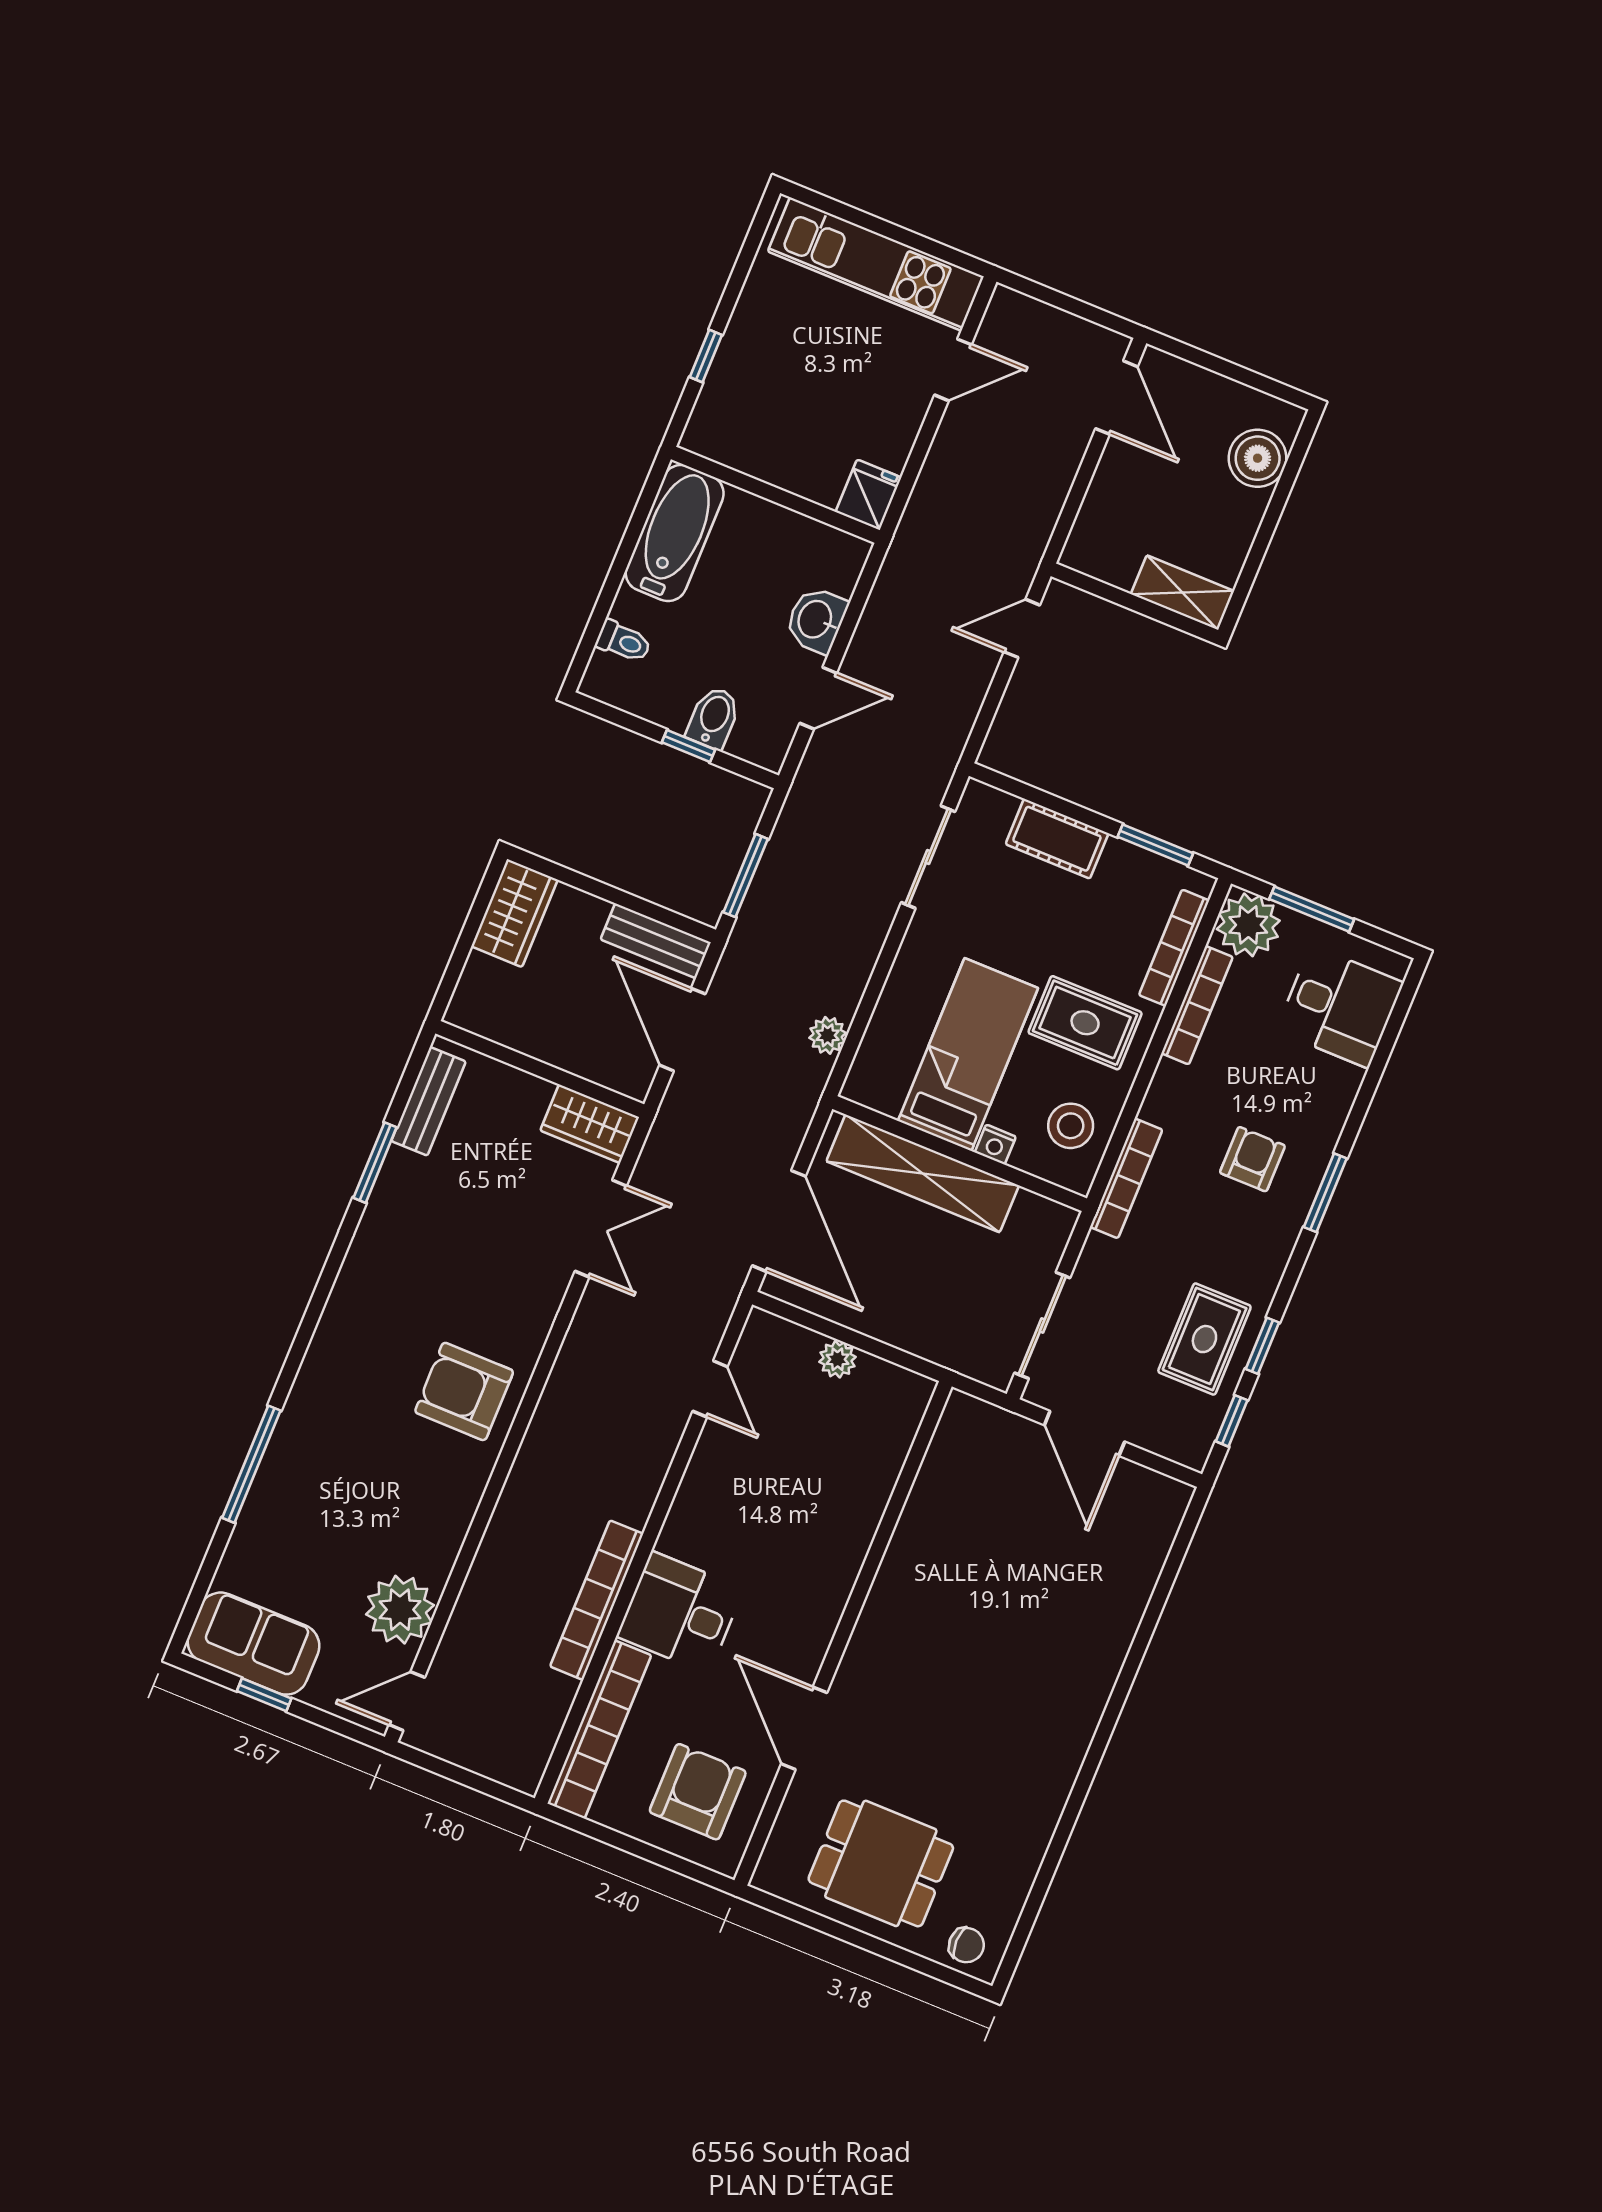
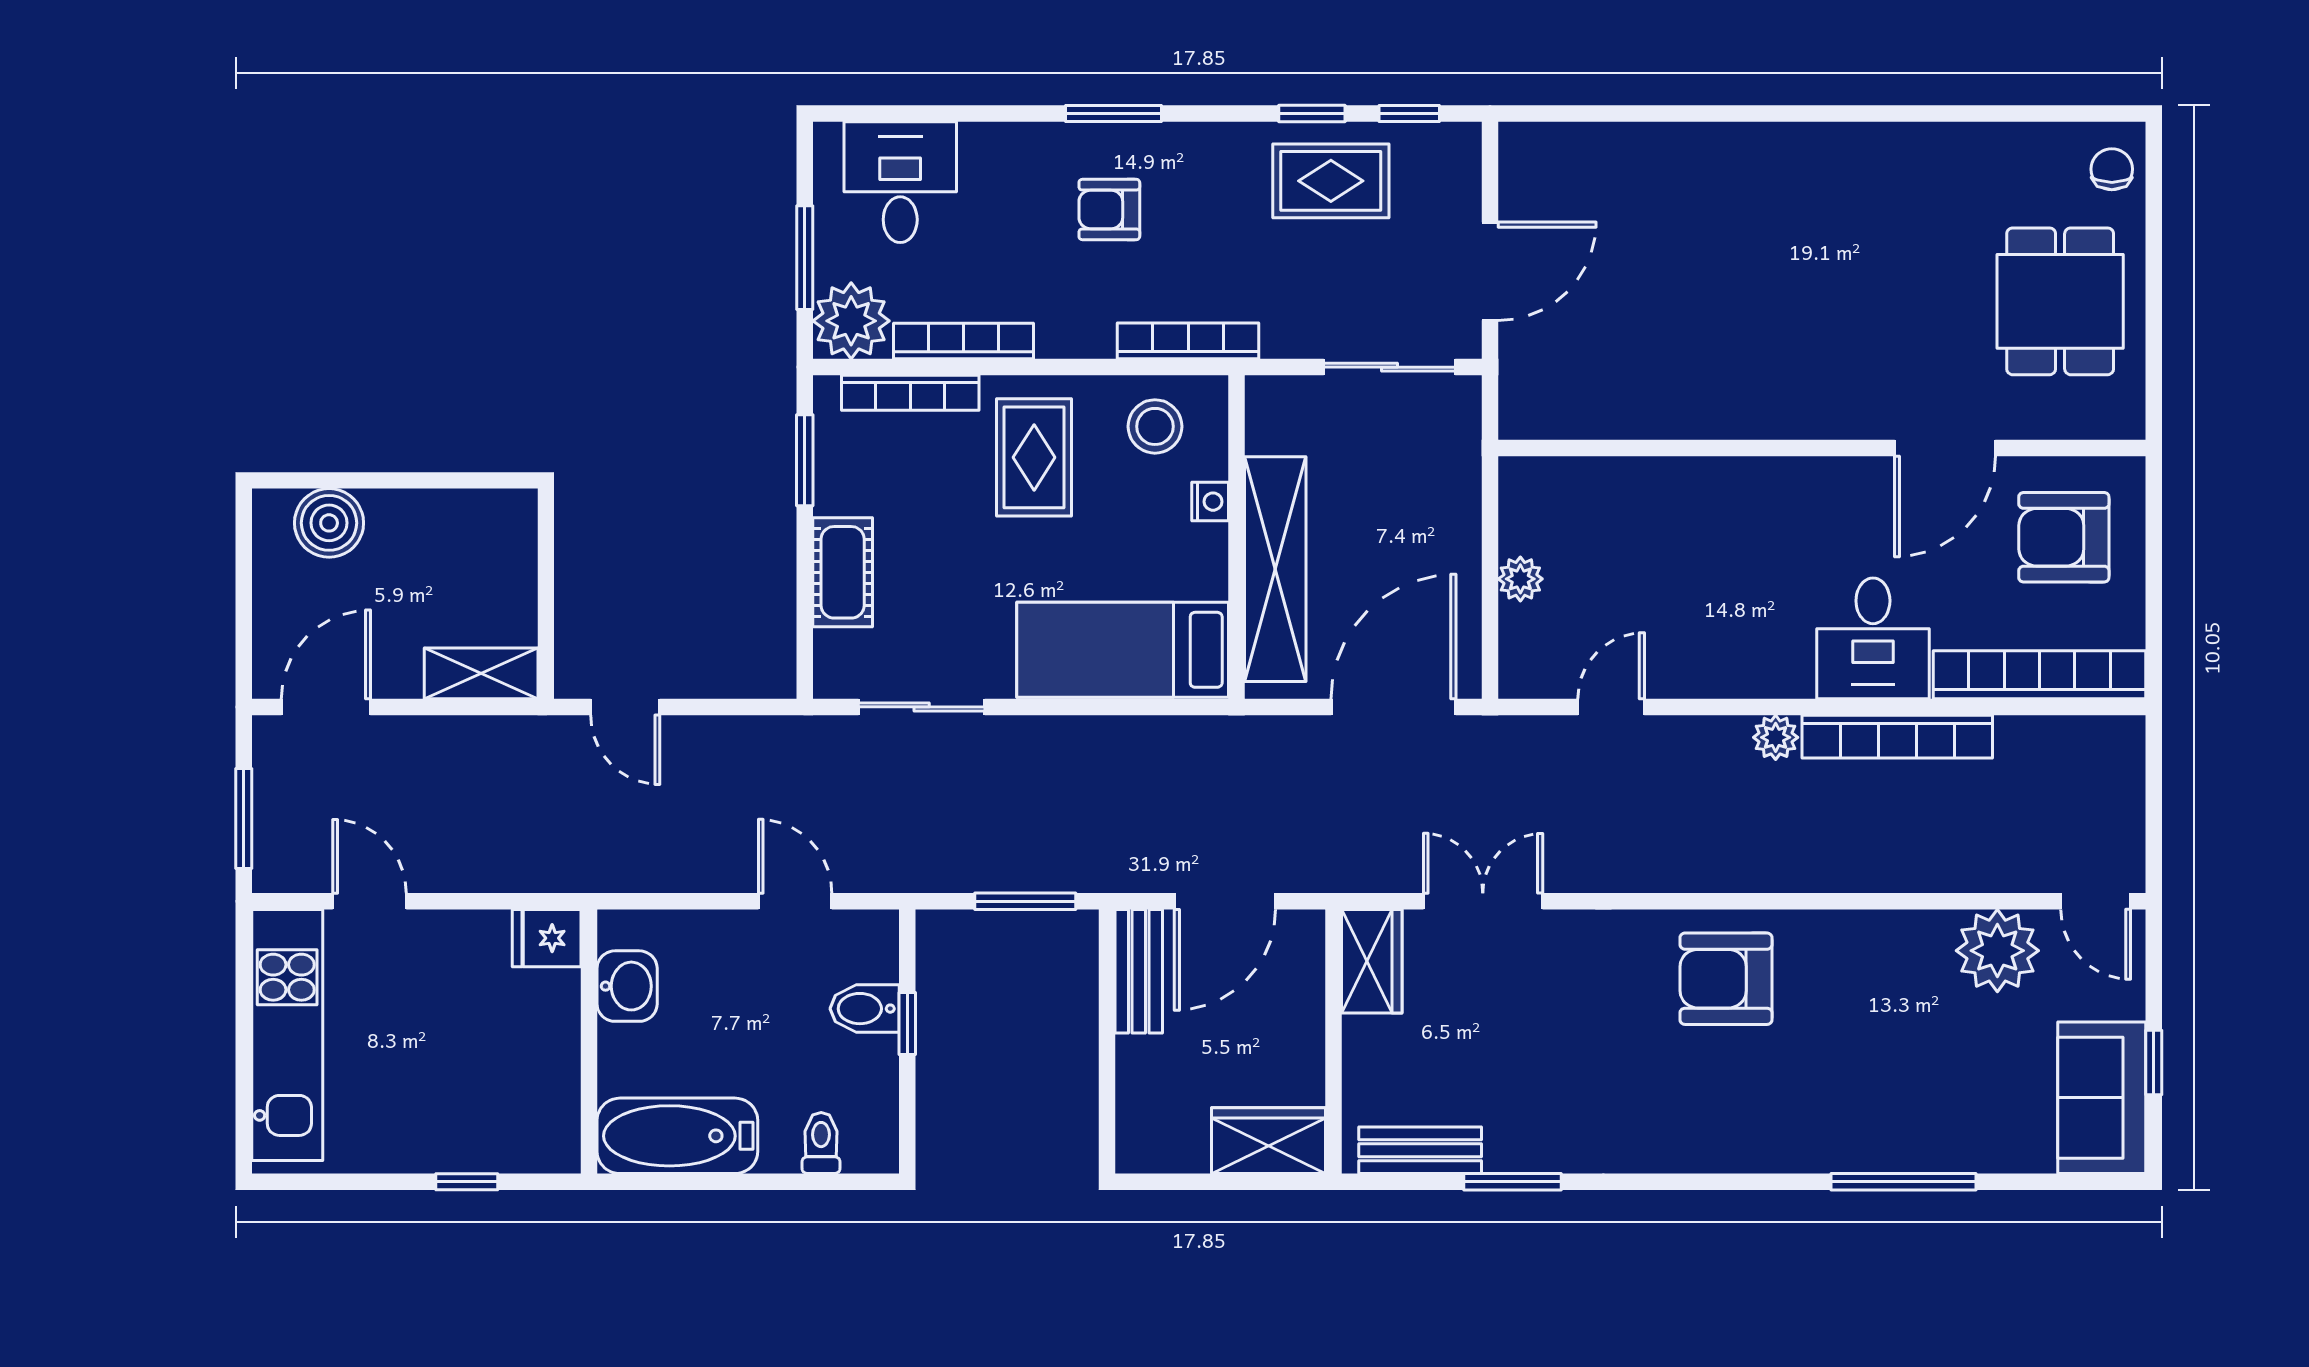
window: (1056, 299) -> (244, 819), added
shelving: (1182, 593) -> (481, 673), moved, turned 90
washbasin: (816, 620) -> (627, 986), moved, turned -90
wardrobe: (514, 913) -> (1269, 1141), moved
plant: (828, 1035) -> (1776, 737), moved
bed: (968, 1054) -> (1123, 650), moved
armchair: (464, 1391) -> (1726, 979), turned 90

